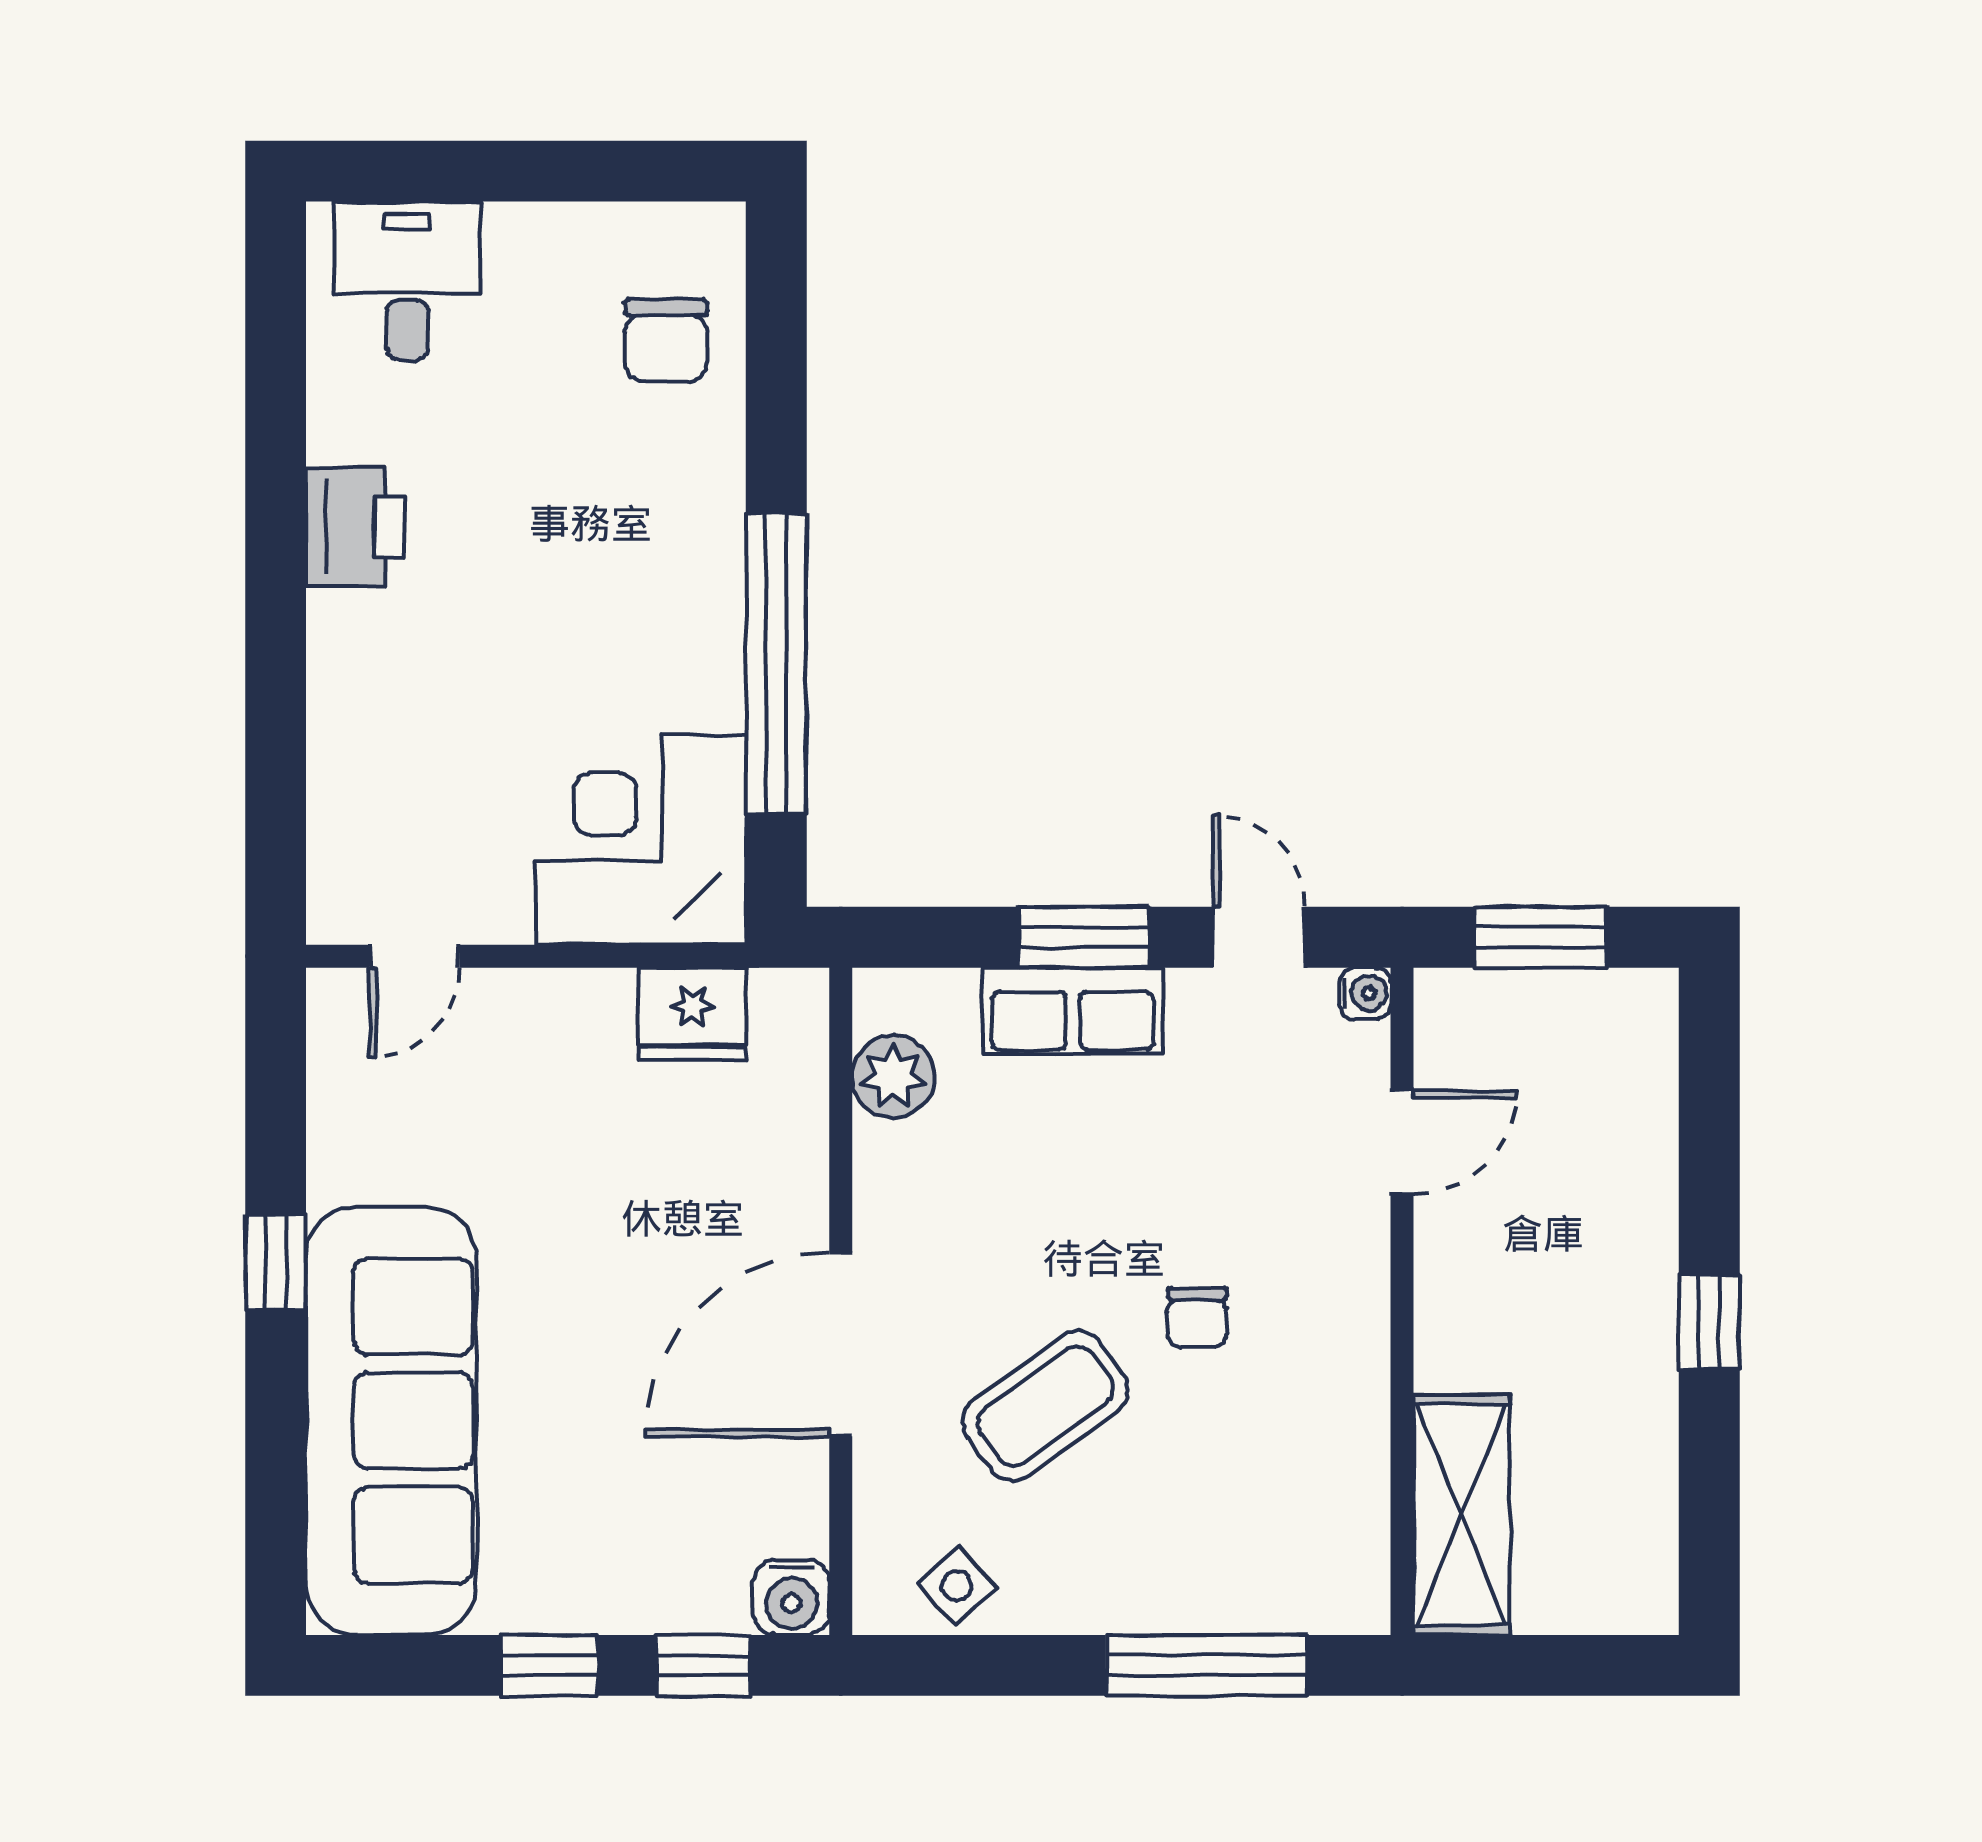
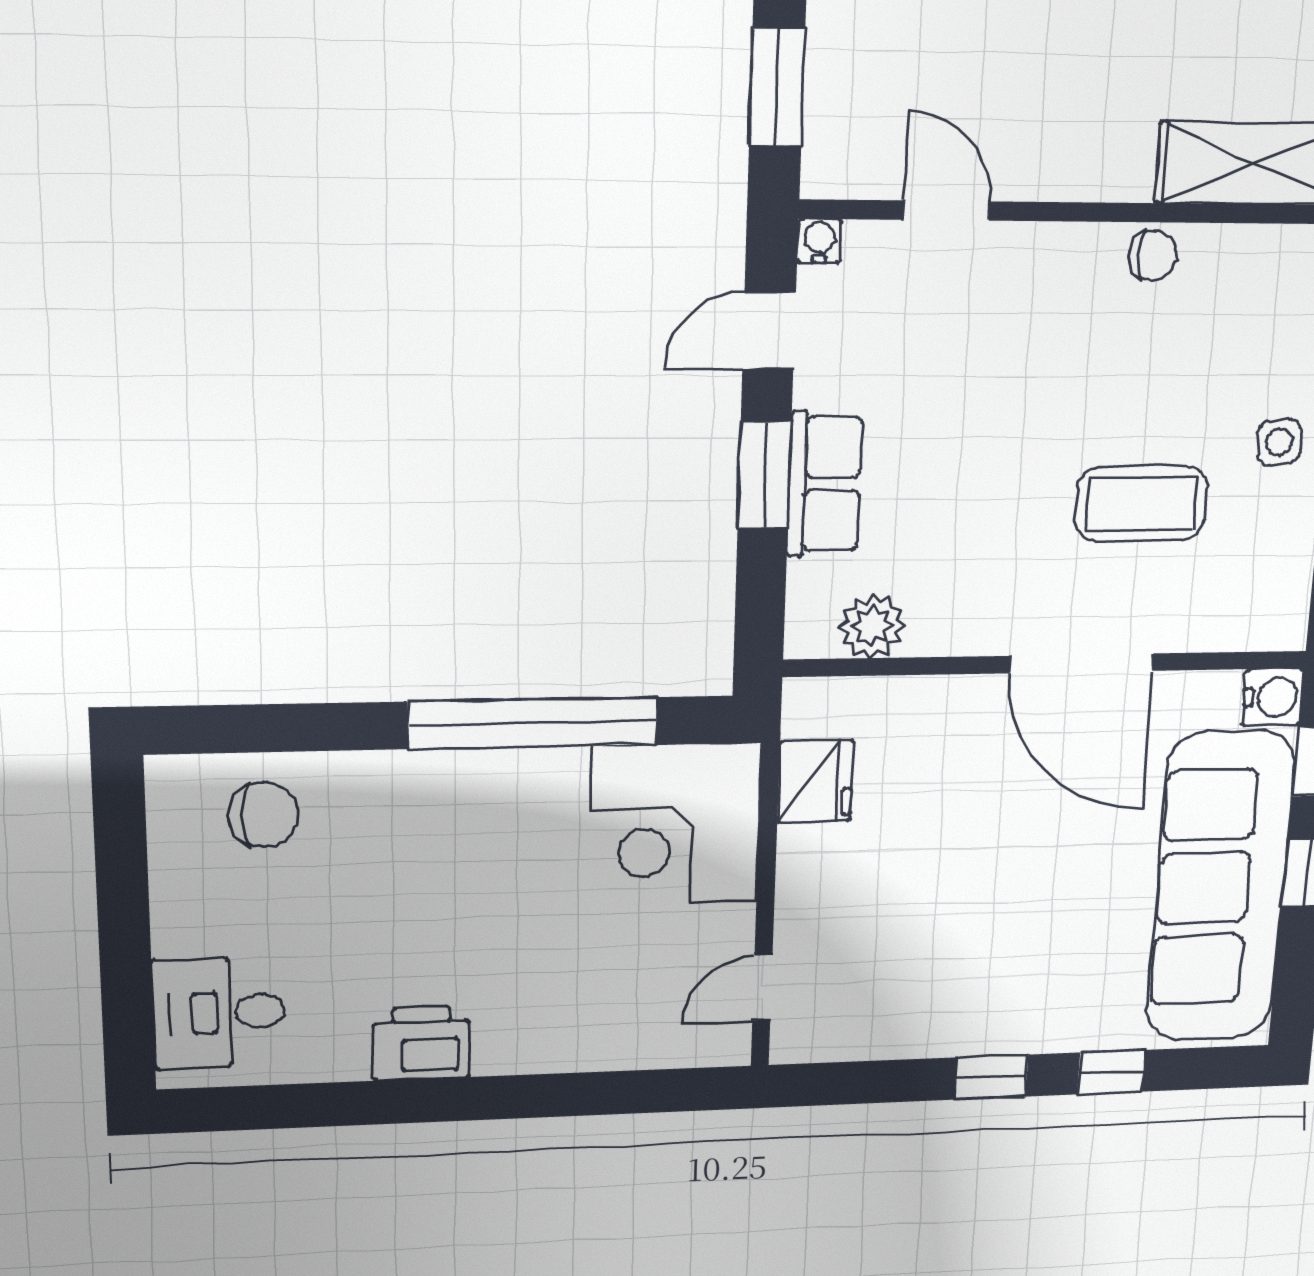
door: (414, 956) -> (762, 988), swing flipped
chair: (1197, 1317) -> (1153, 256), moved
coffee table: (1045, 1406) -> (1141, 504), turned -54
sofa: (391, 1421) -> (1220, 887), moved, turned -90
window: (276, 1423) -> (1111, 1072), added
side table: (957, 1586) -> (1279, 442), moved, turned 35

